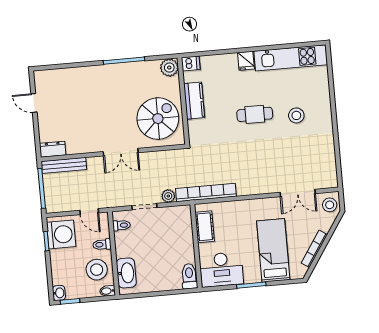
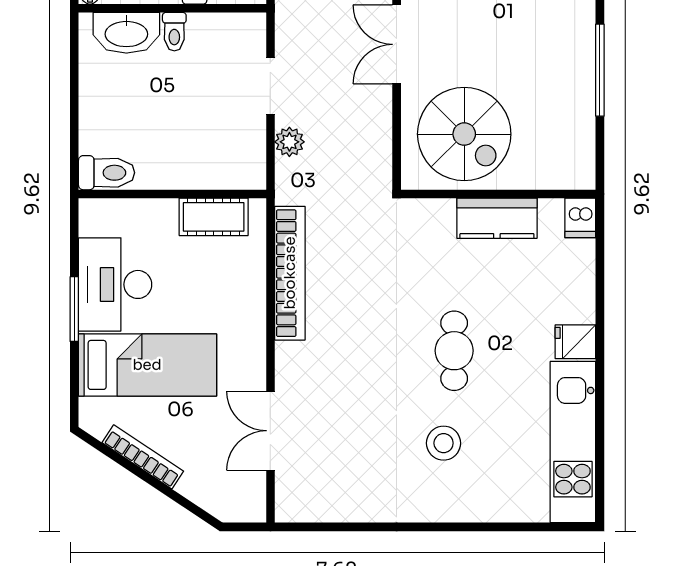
plant: (169, 68) -> (575, 170), removed
bookcase: (206, 192) -> (290, 273), moved
stool: (330, 205) -> (238, 500), removed
toilet: (121, 225) -> (174, 32), moved
desk: (221, 269) -> (115, 284), moved

